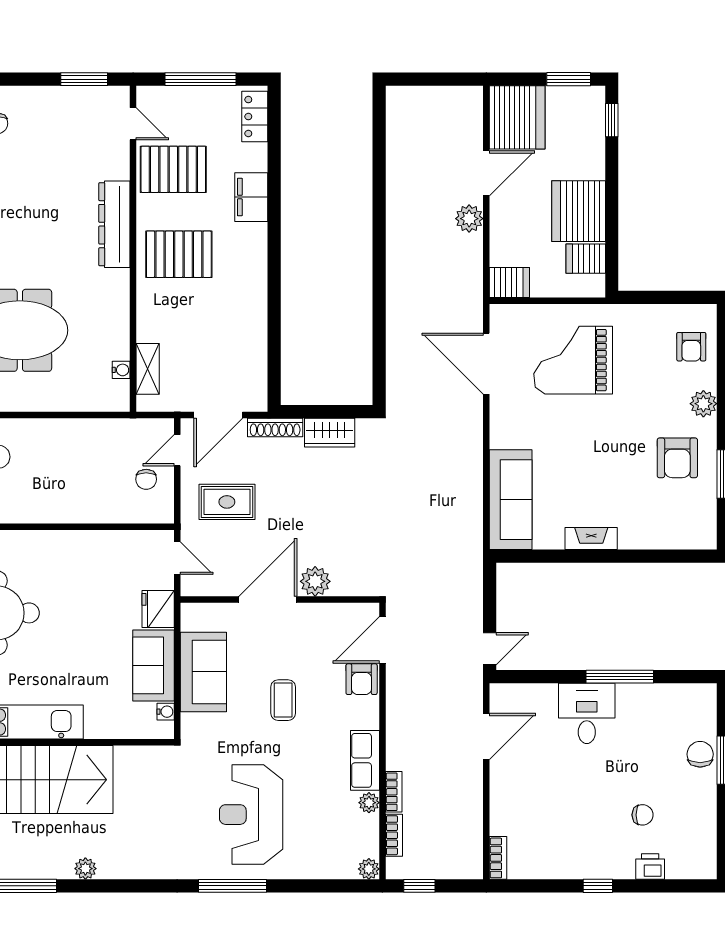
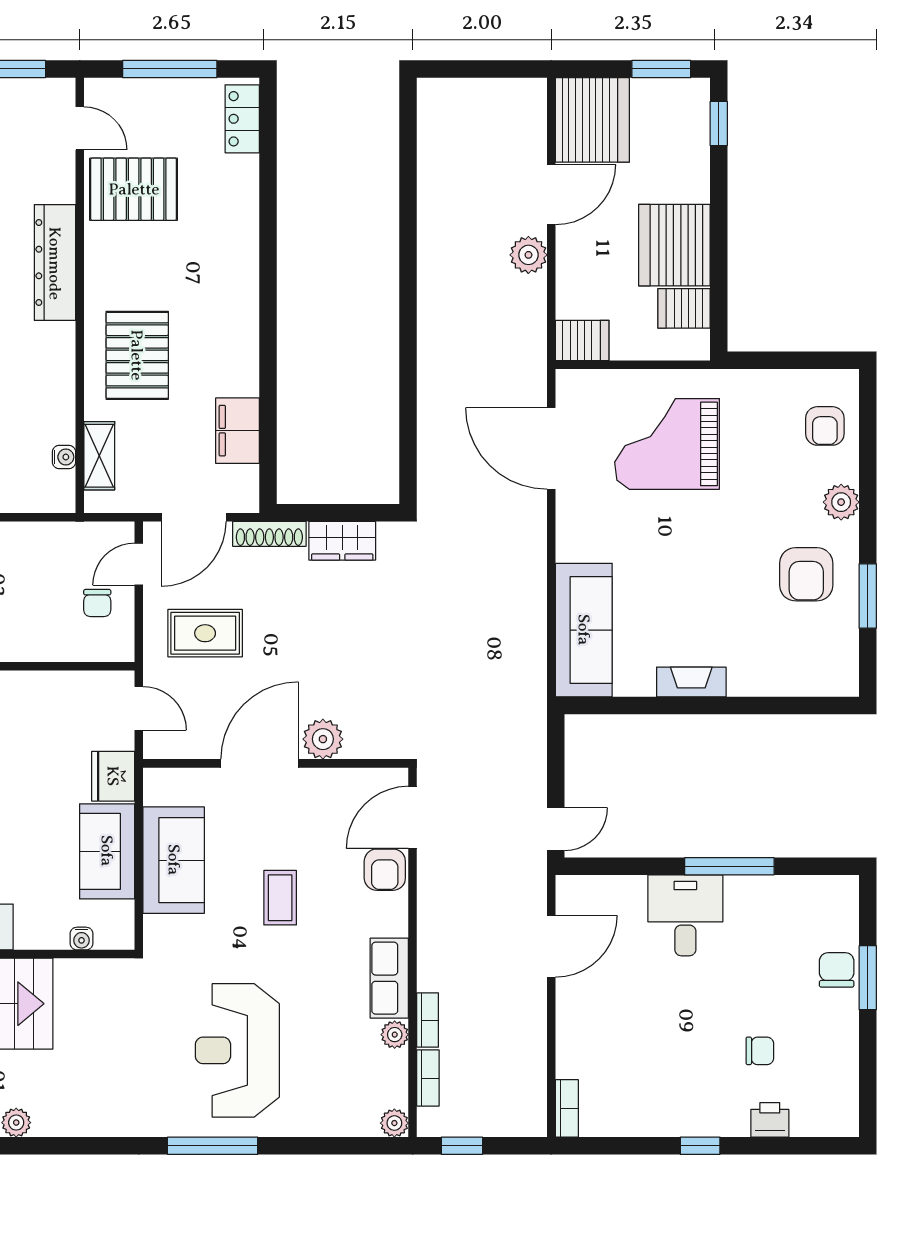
filing cabinet: (251, 197) -> (238, 431), moved
pallet: (179, 254) -> (137, 355), moved, turned 90
water cooler: (166, 712) -> (81, 939), moved, turned 90

